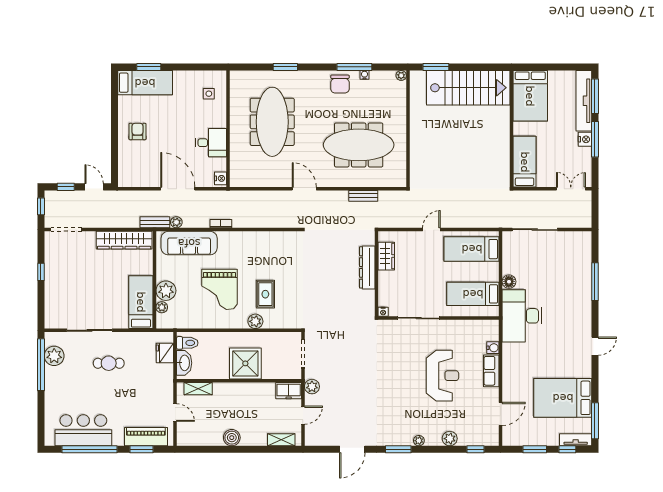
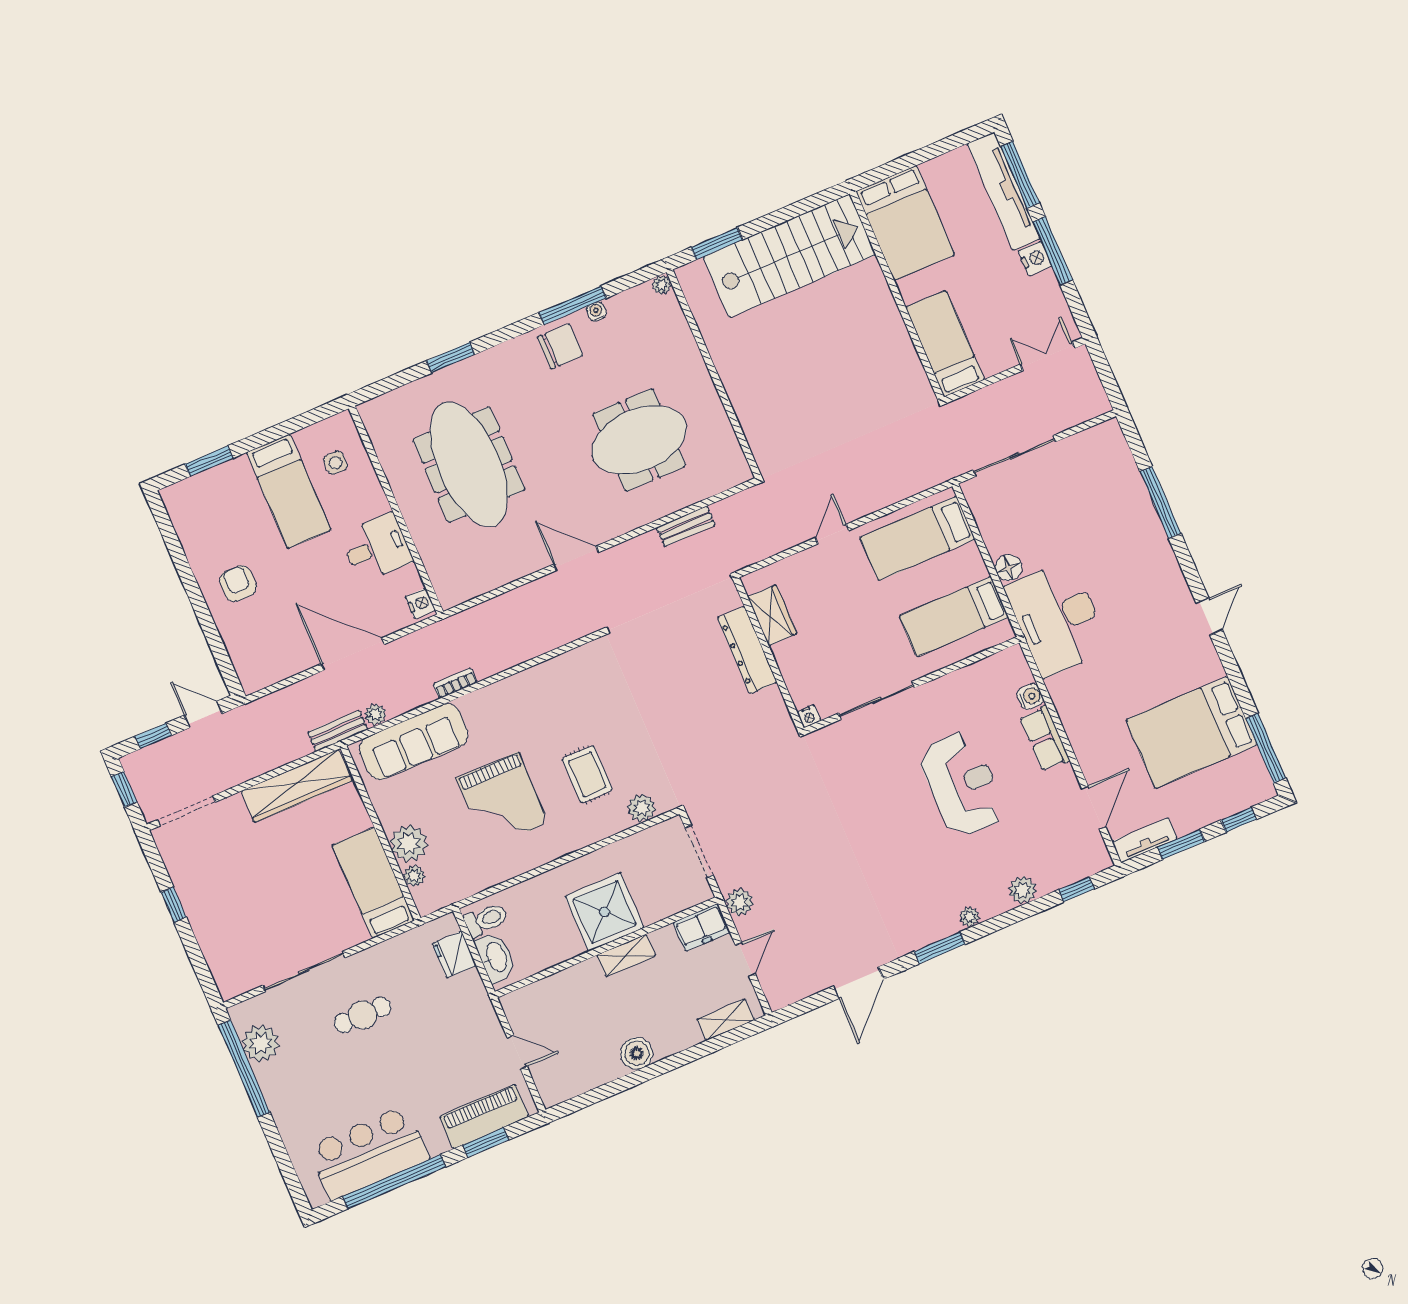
bed: (145, 83) -> (289, 491), moved, turned 90
chair: (340, 84) -> (560, 346), turned -90
meeting table: (359, 145) -> (639, 440), width x0.73
plant: (255, 321) -> (641, 808), moved
shelving: (198, 389) -> (626, 955), moved
tv unit: (576, 440) -> (1145, 840), moved

